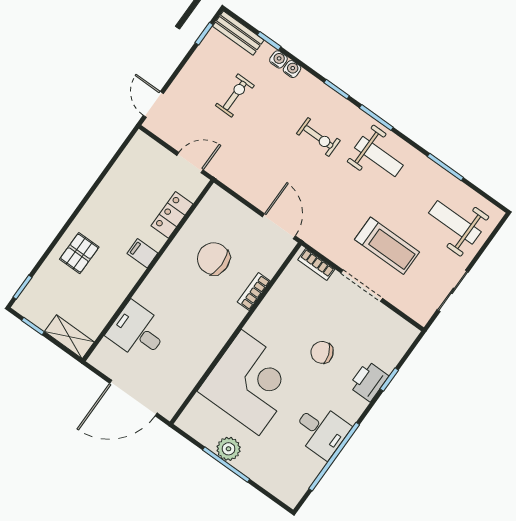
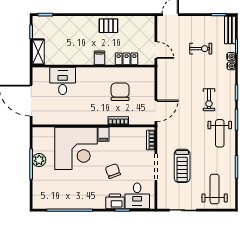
pallet: (79, 253) -> (108, 26), moved
filing cabinet: (258, 327) -> (104, 134), added
desk: (321, 431) -> (137, 196), moved

